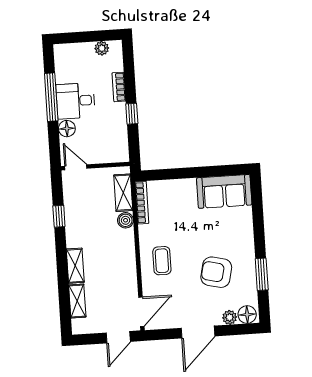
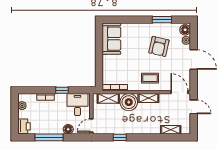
printer: (67, 54) -> (24, 126), added
desk: (76, 101) -> (77, 105), moved, turned 180
boiler: (126, 220) -> (129, 102), width x1.86, depth x1.86
shelving: (75, 266) -> (148, 98), moved

